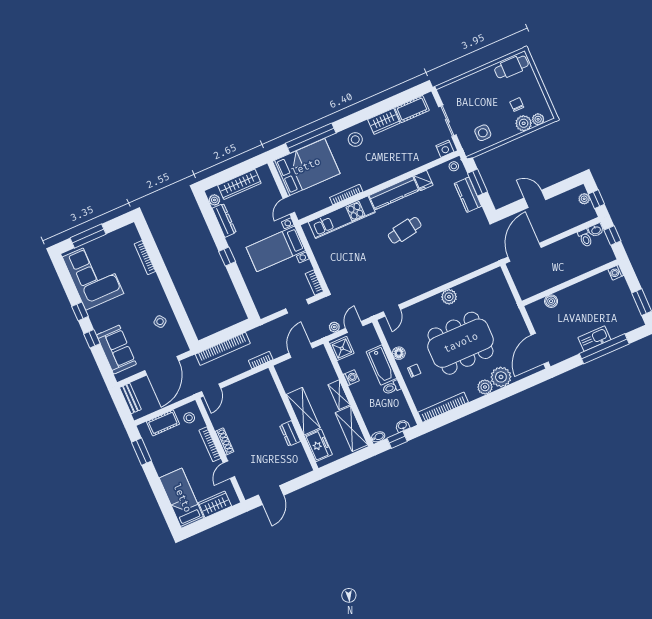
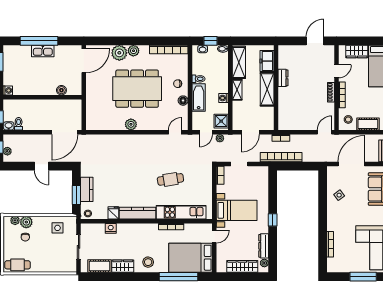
nightstand: (445, 149) -> (111, 228), moved
cafe table: (405, 230) -> (170, 179), moved
bookcase: (223, 349) -> (281, 157), moved

